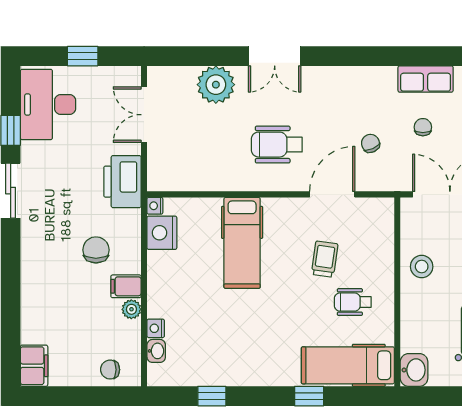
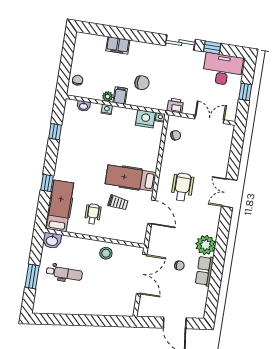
plant: (216, 85) -> (206, 245), moved
chair: (370, 143) -> (176, 135), moved
printer: (122, 182) -> (175, 106), width x0.53, depth x0.68
hospital bed: (242, 243) -> (131, 178), moved
nightstand: (156, 328) -> (107, 109), moved
filing cabinet: (34, 366) -> (118, 45), moved

